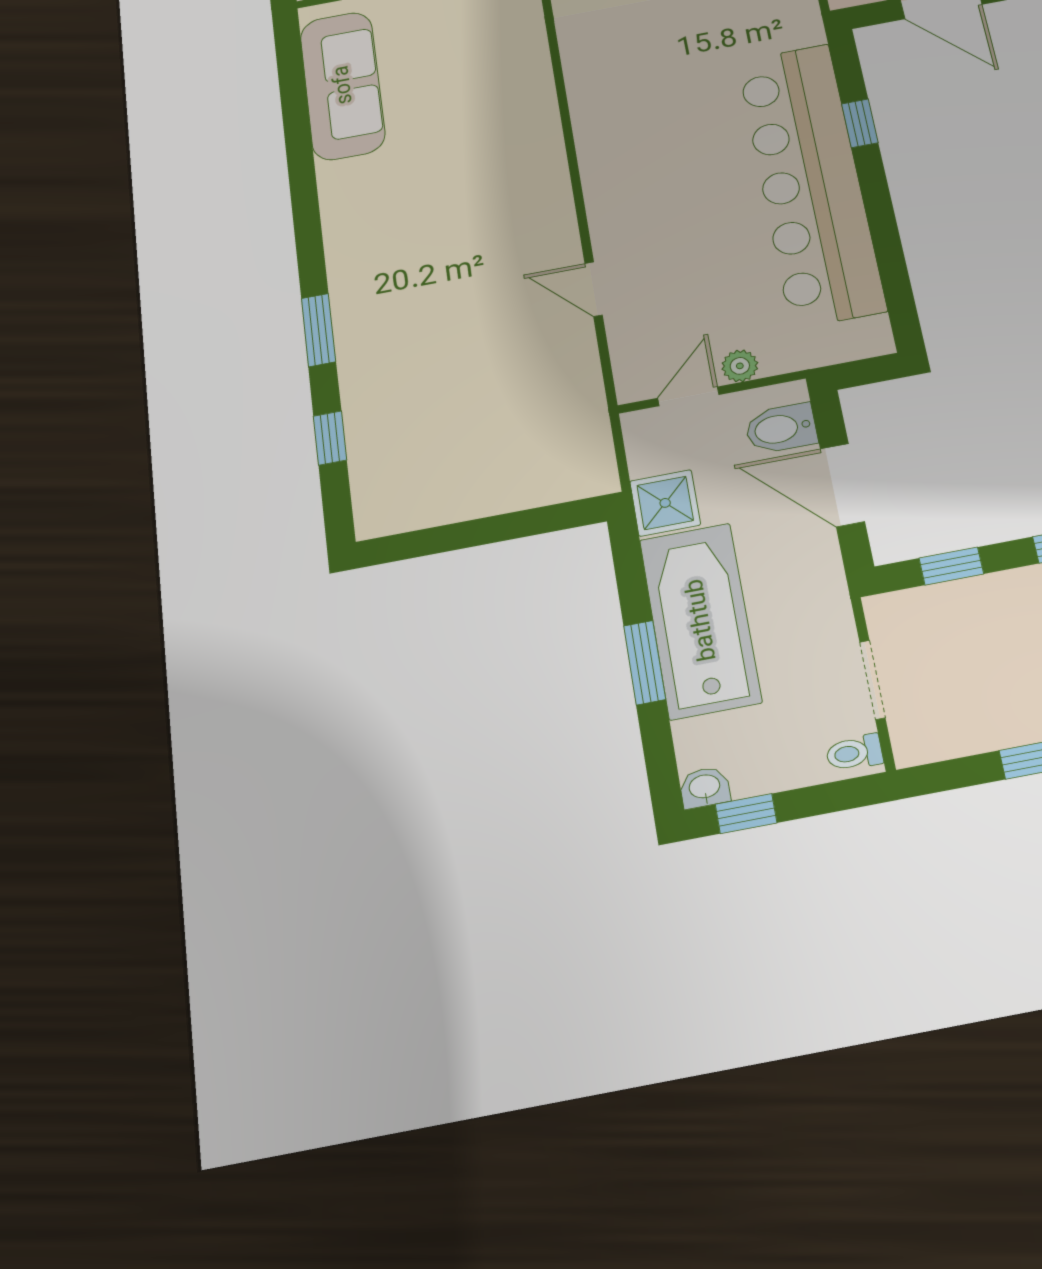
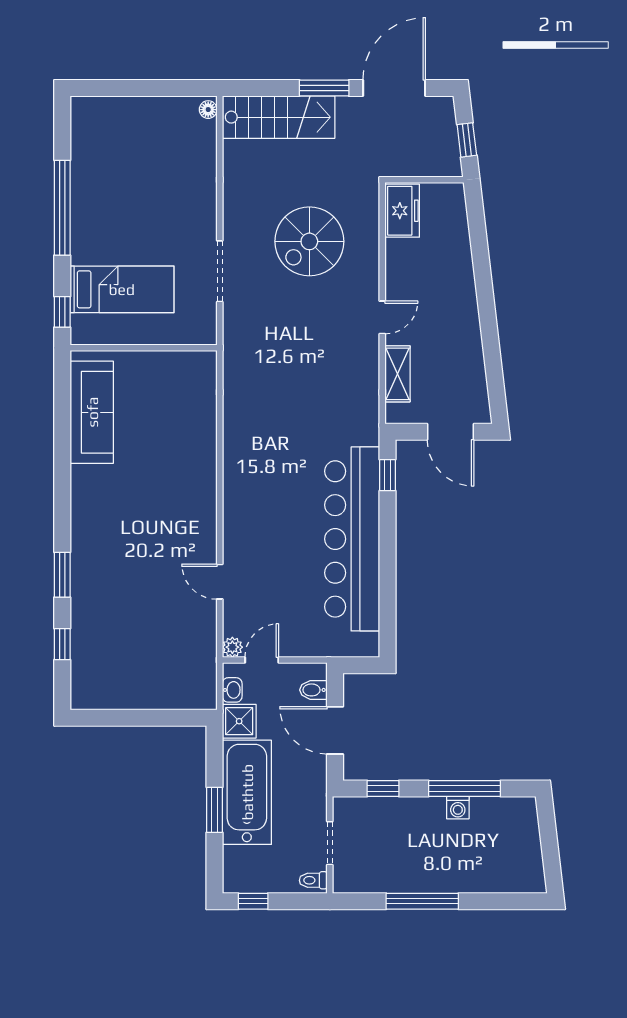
window: (860, 123) -> (388, 475), moved
plant: (740, 366) -> (232, 647), moved
bidet: (781, 428) -> (313, 690), width x0.72, depth x0.74
washbasin: (705, 787) -> (232, 690), moved, turned 90

